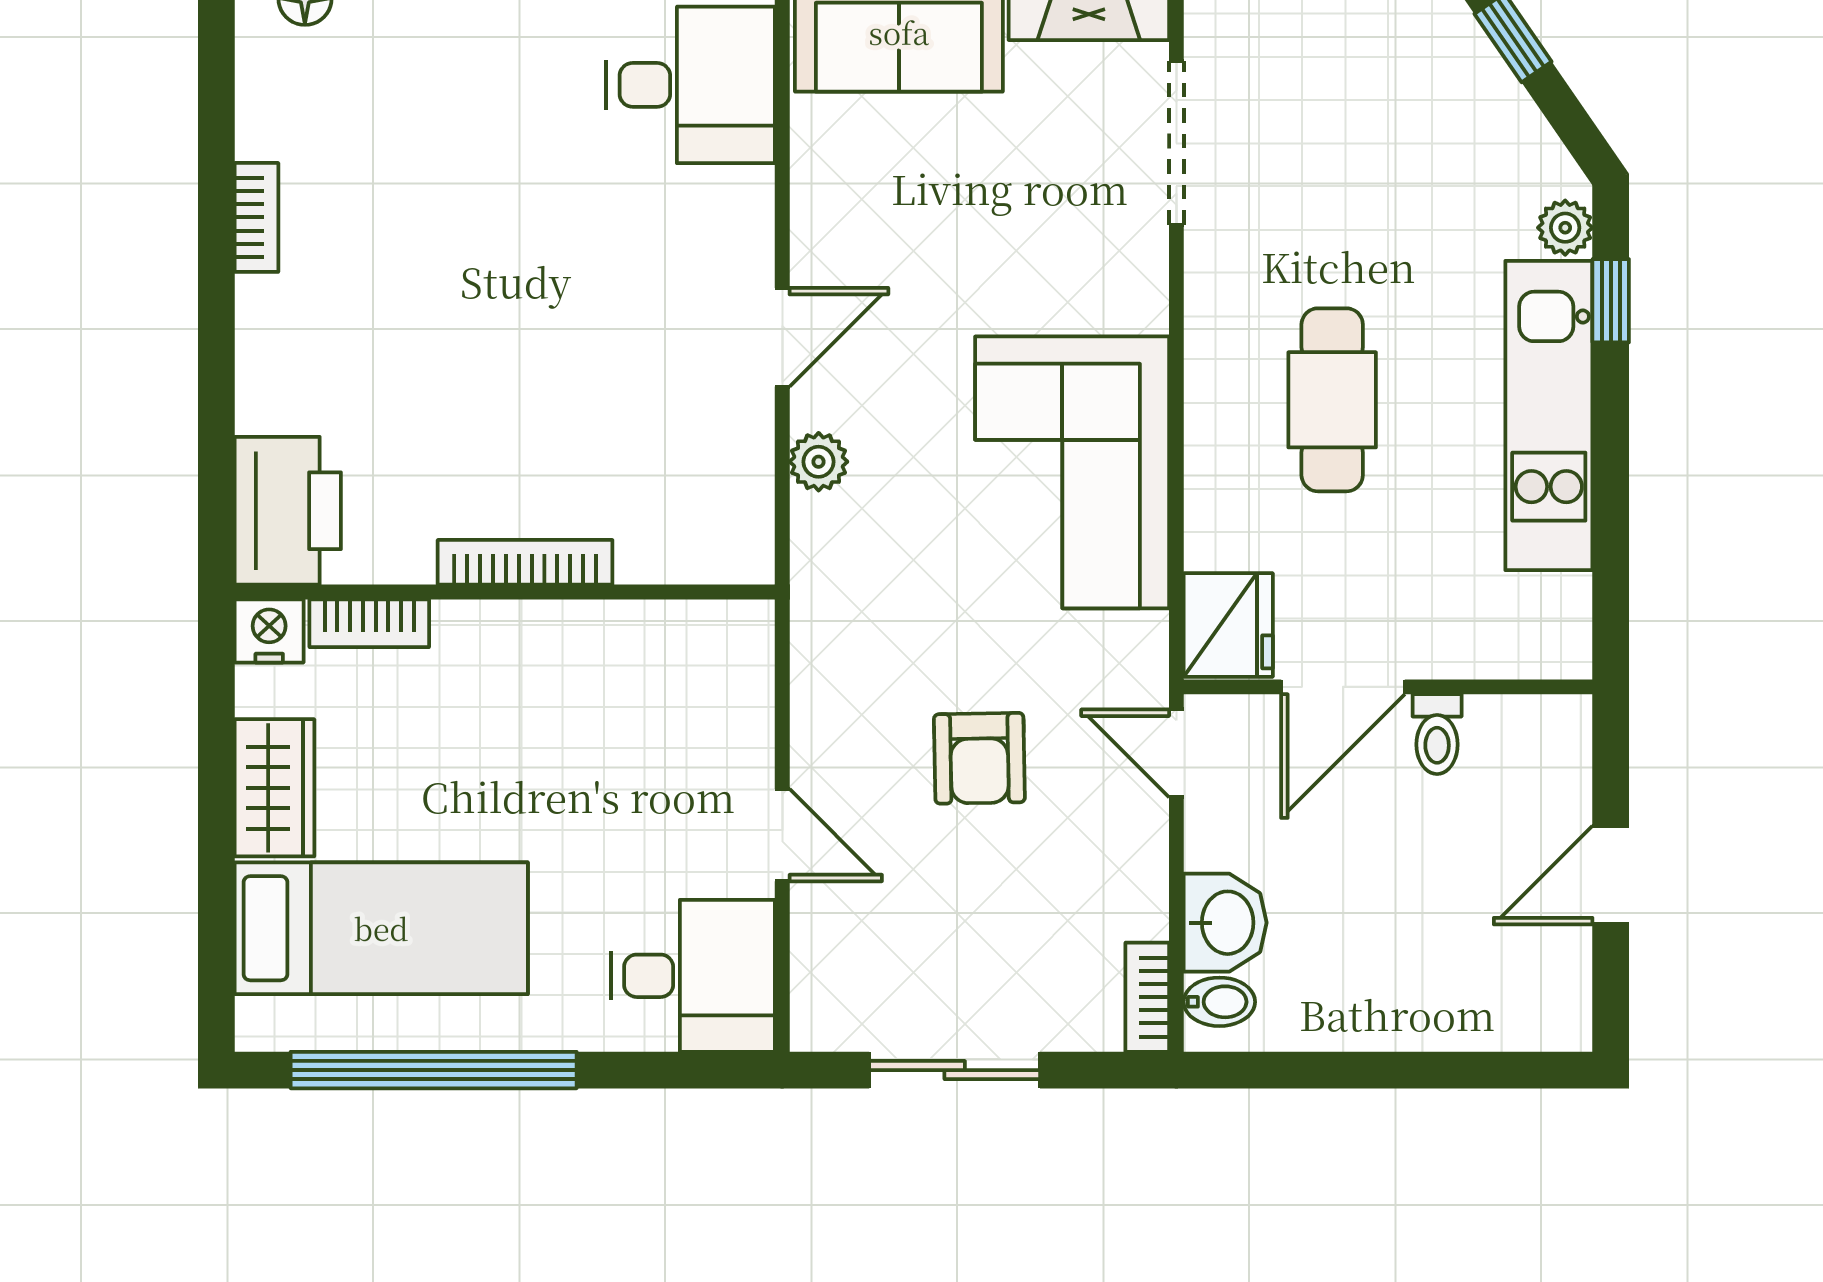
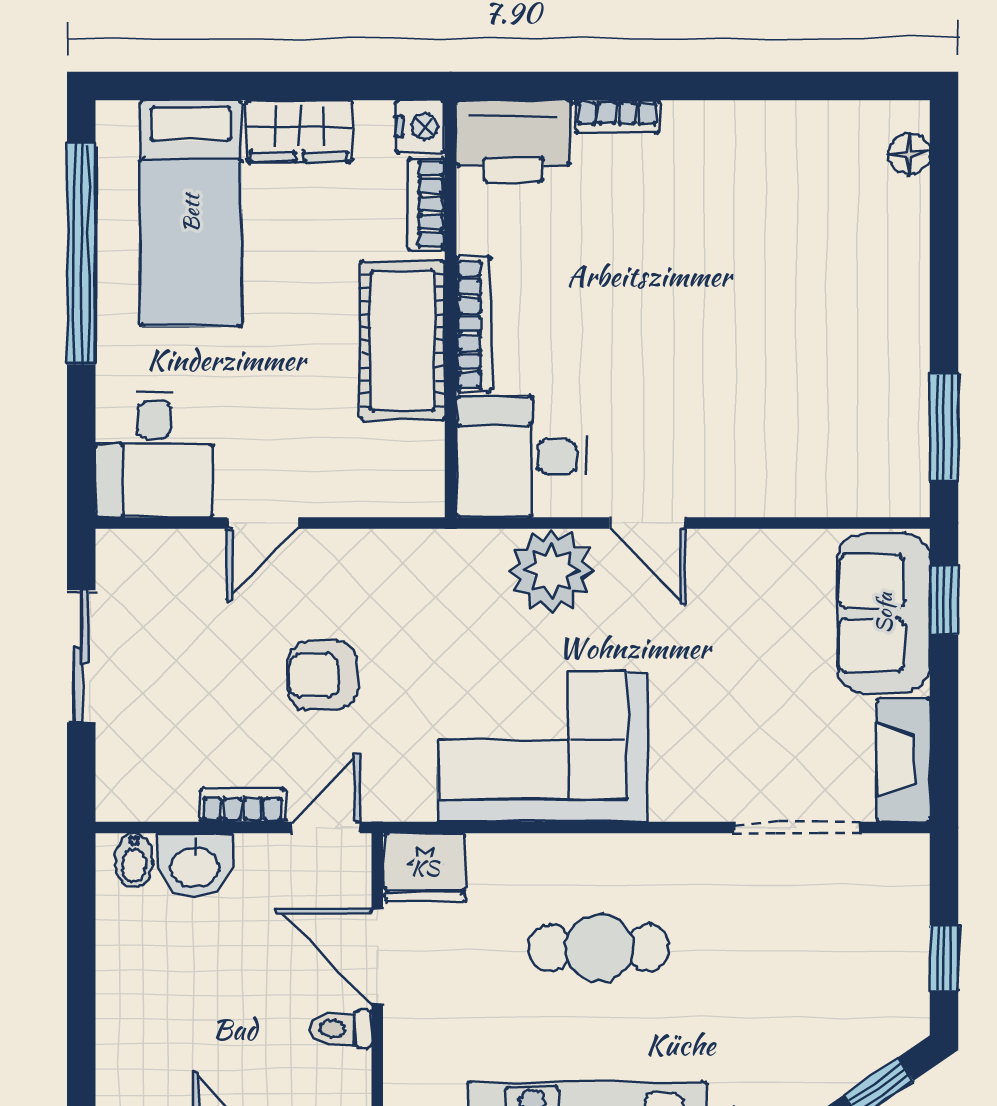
desk: (690, 85) -> (521, 457), moved, turned 90
bookcase: (257, 217) -> (617, 117), moved
plant: (819, 462) -> (551, 571), width x1.87, depth x1.87
cot: (546, 654) -> (403, 341), added
bookcase: (1147, 997) -> (243, 805), moved

